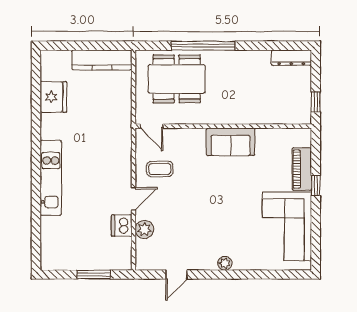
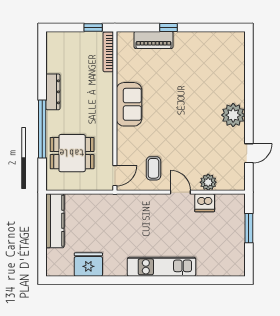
dresser: (291, 58) -> (53, 92), moved
dining table: (177, 79) -> (72, 153), width x0.73
bookcase: (289, 119) -> (108, 52), added
corner sofa: (287, 226) -> (205, 54), removed
plant: (225, 263) -> (233, 115), width x1.87, depth x1.87
door: (176, 275) -> (249, 153), hinge flipped

